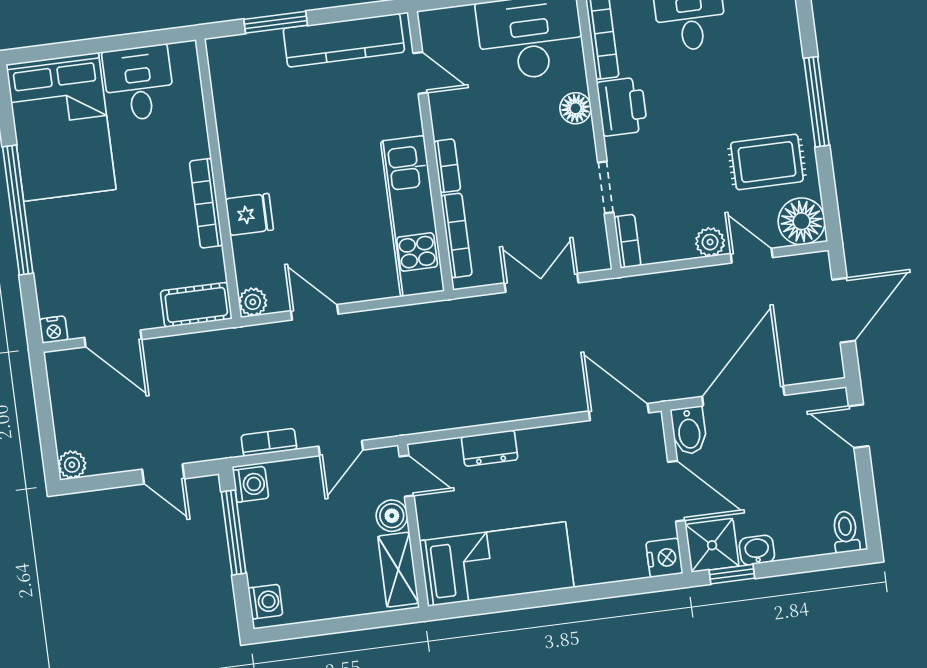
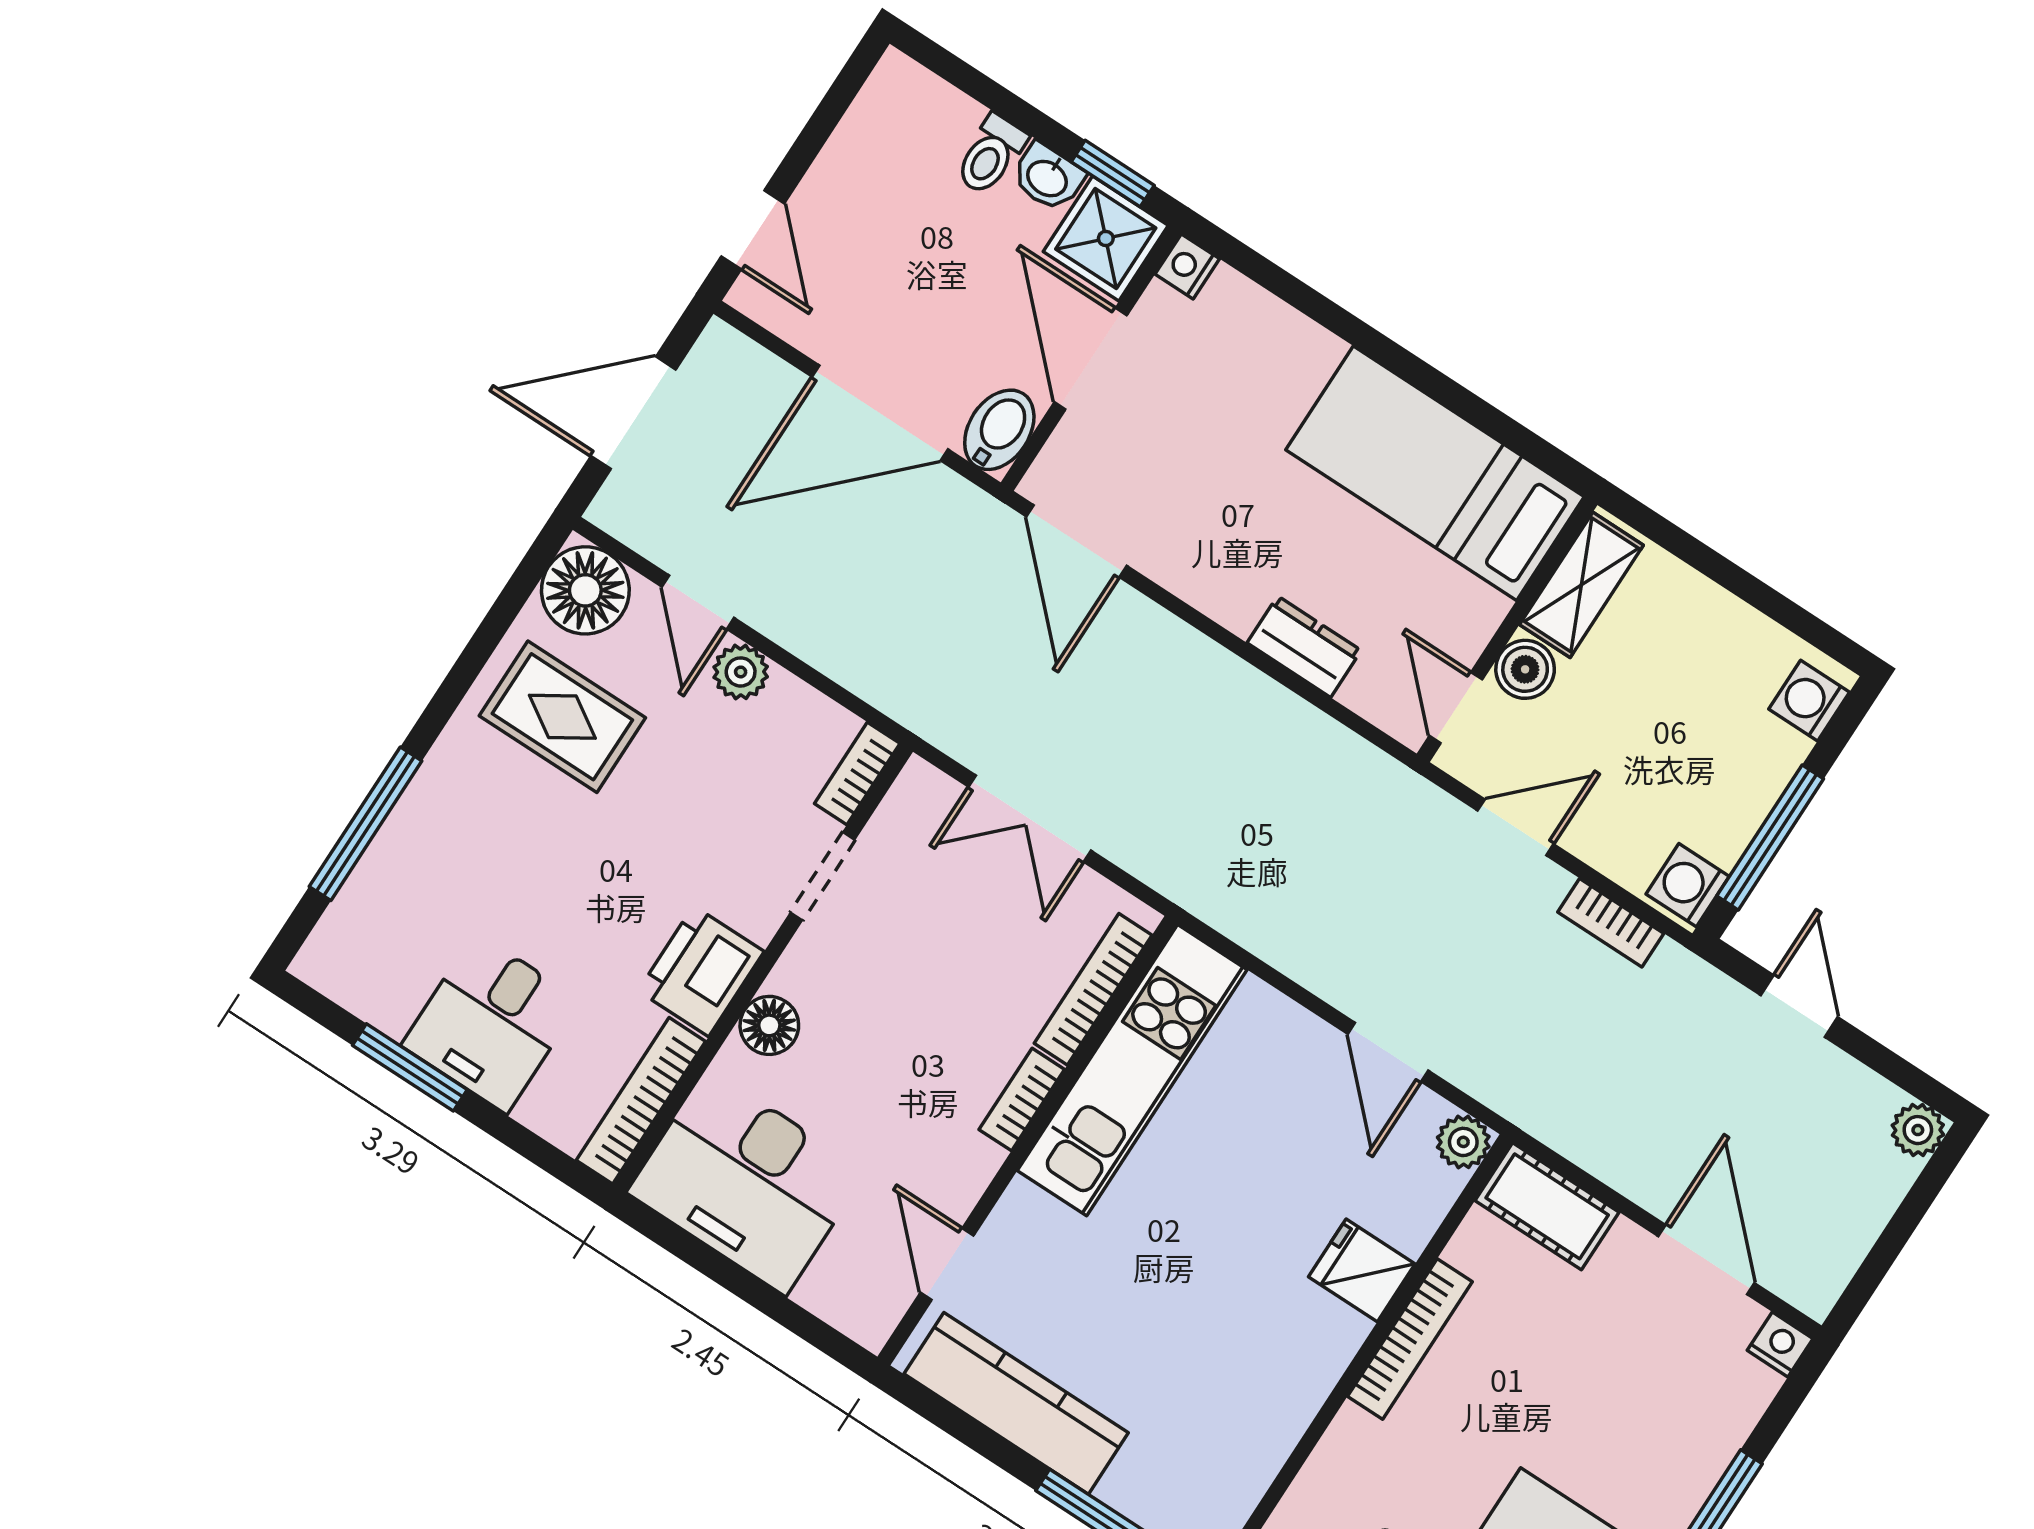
window: (817, 102) -> (366, 824), moved
toilet: (846, 532) -> (991, 155), moved
nightstand: (664, 558) -> (1187, 266), width x0.72, depth x0.74

